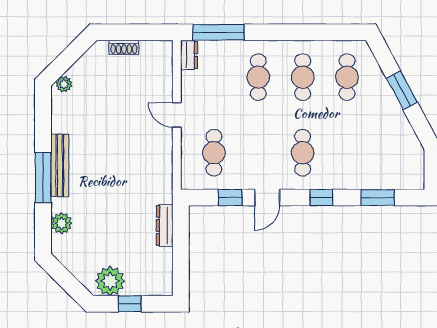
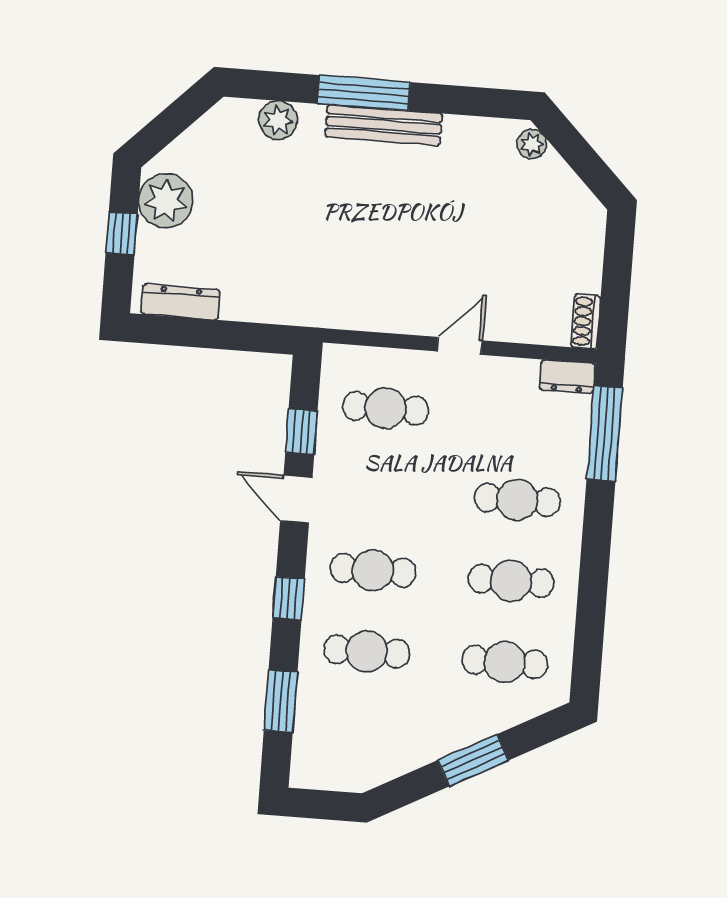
shoe rack: (124, 47) -> (586, 321), moved
cafe table: (347, 153) -> (367, 651), added
dresser: (165, 225) -> (181, 302), moved

